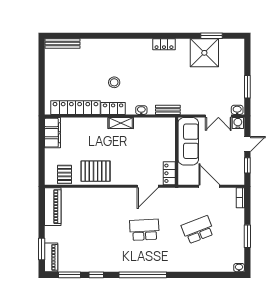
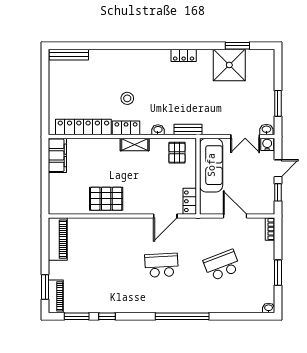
pallet: (65, 174) -> (177, 153), moved
window: (143, 275) -> (182, 316), moved

